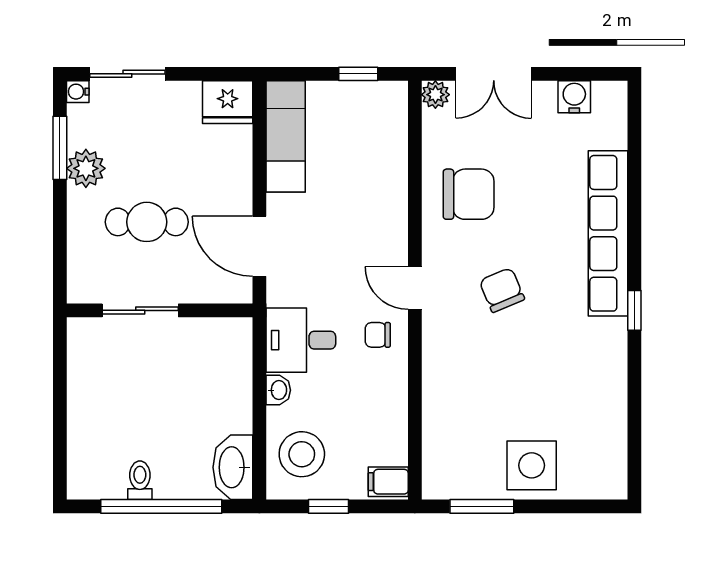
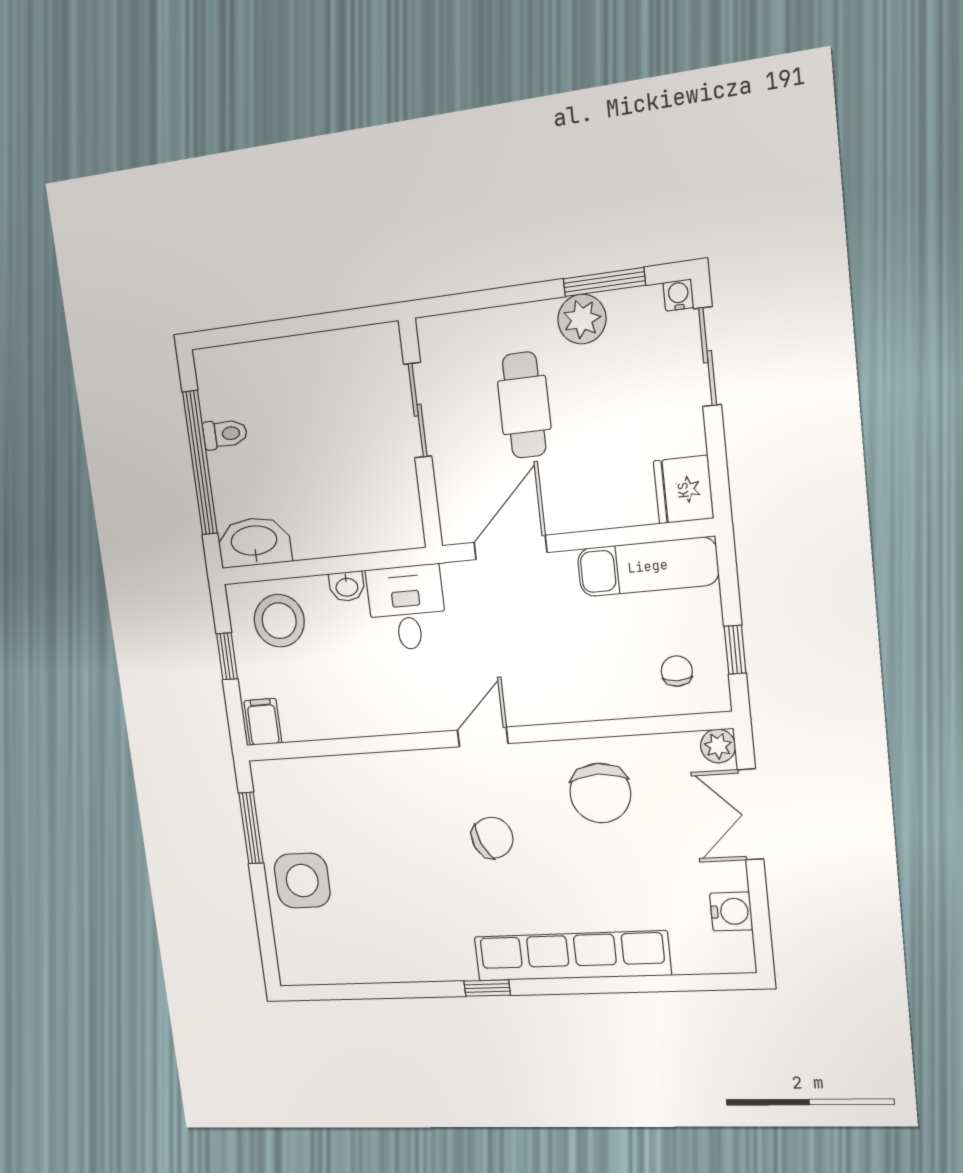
chair: (378, 335) -> (677, 671), moved

